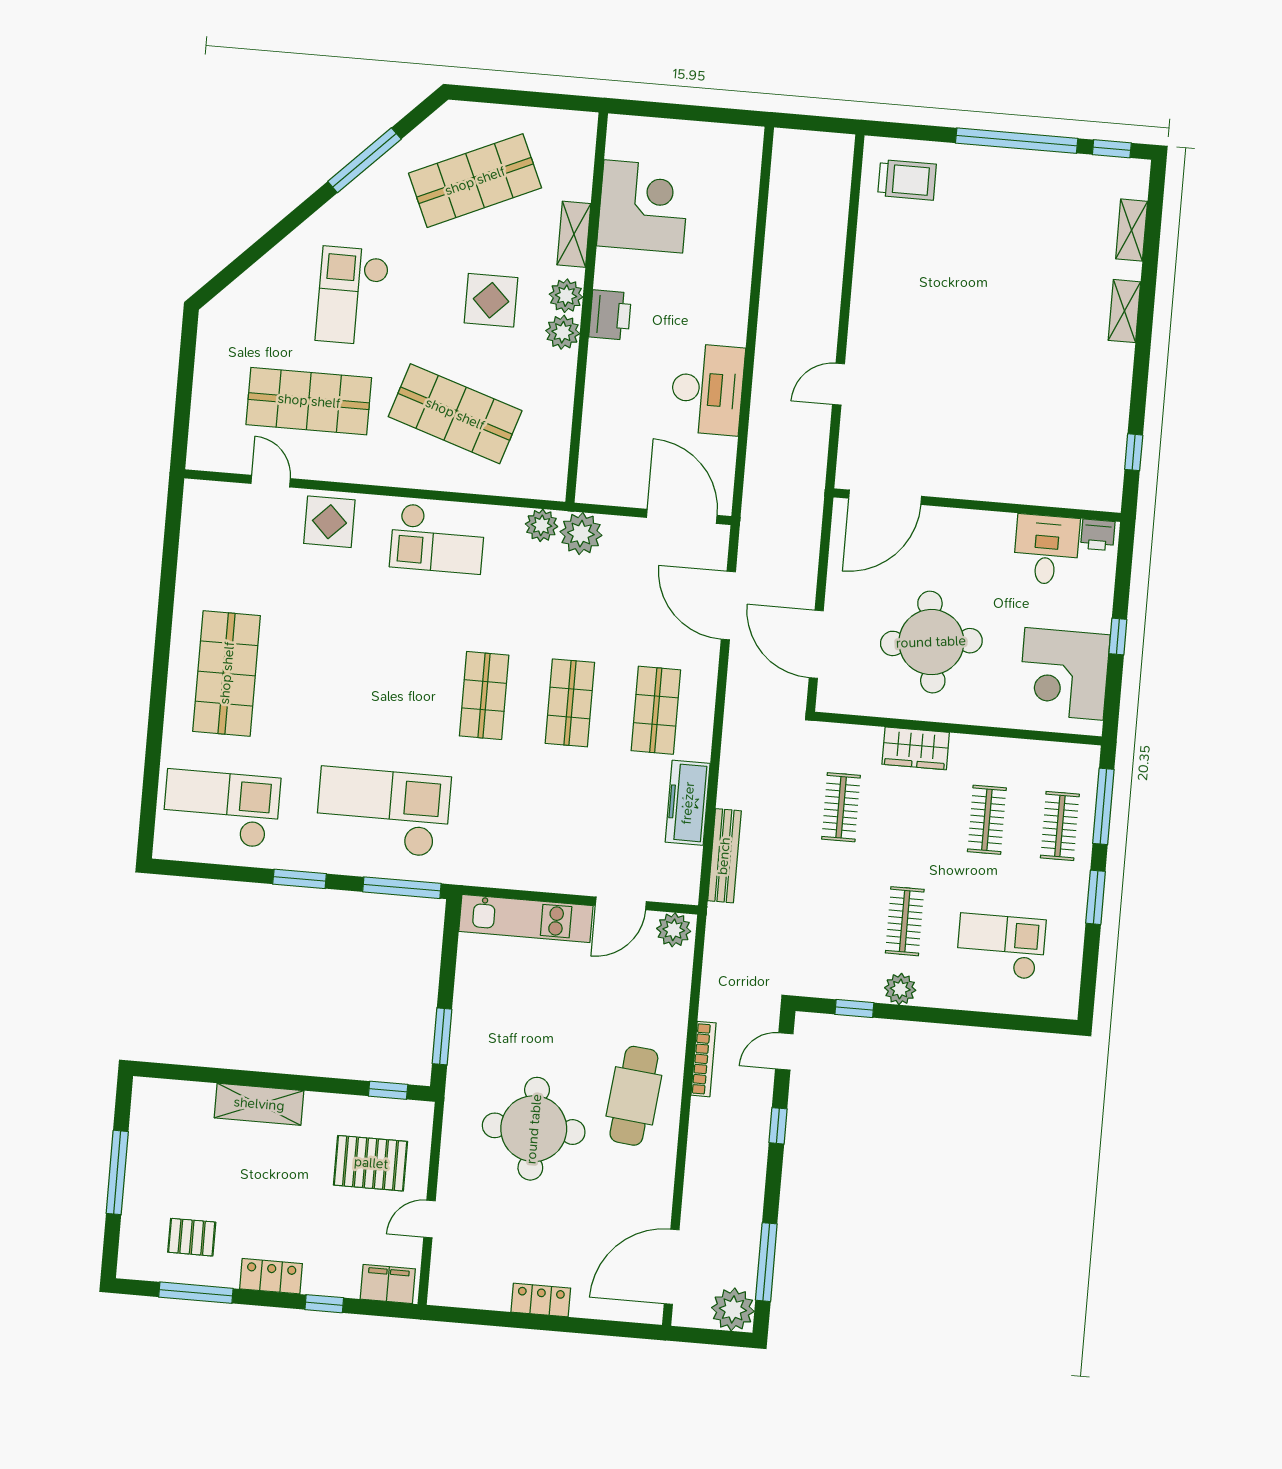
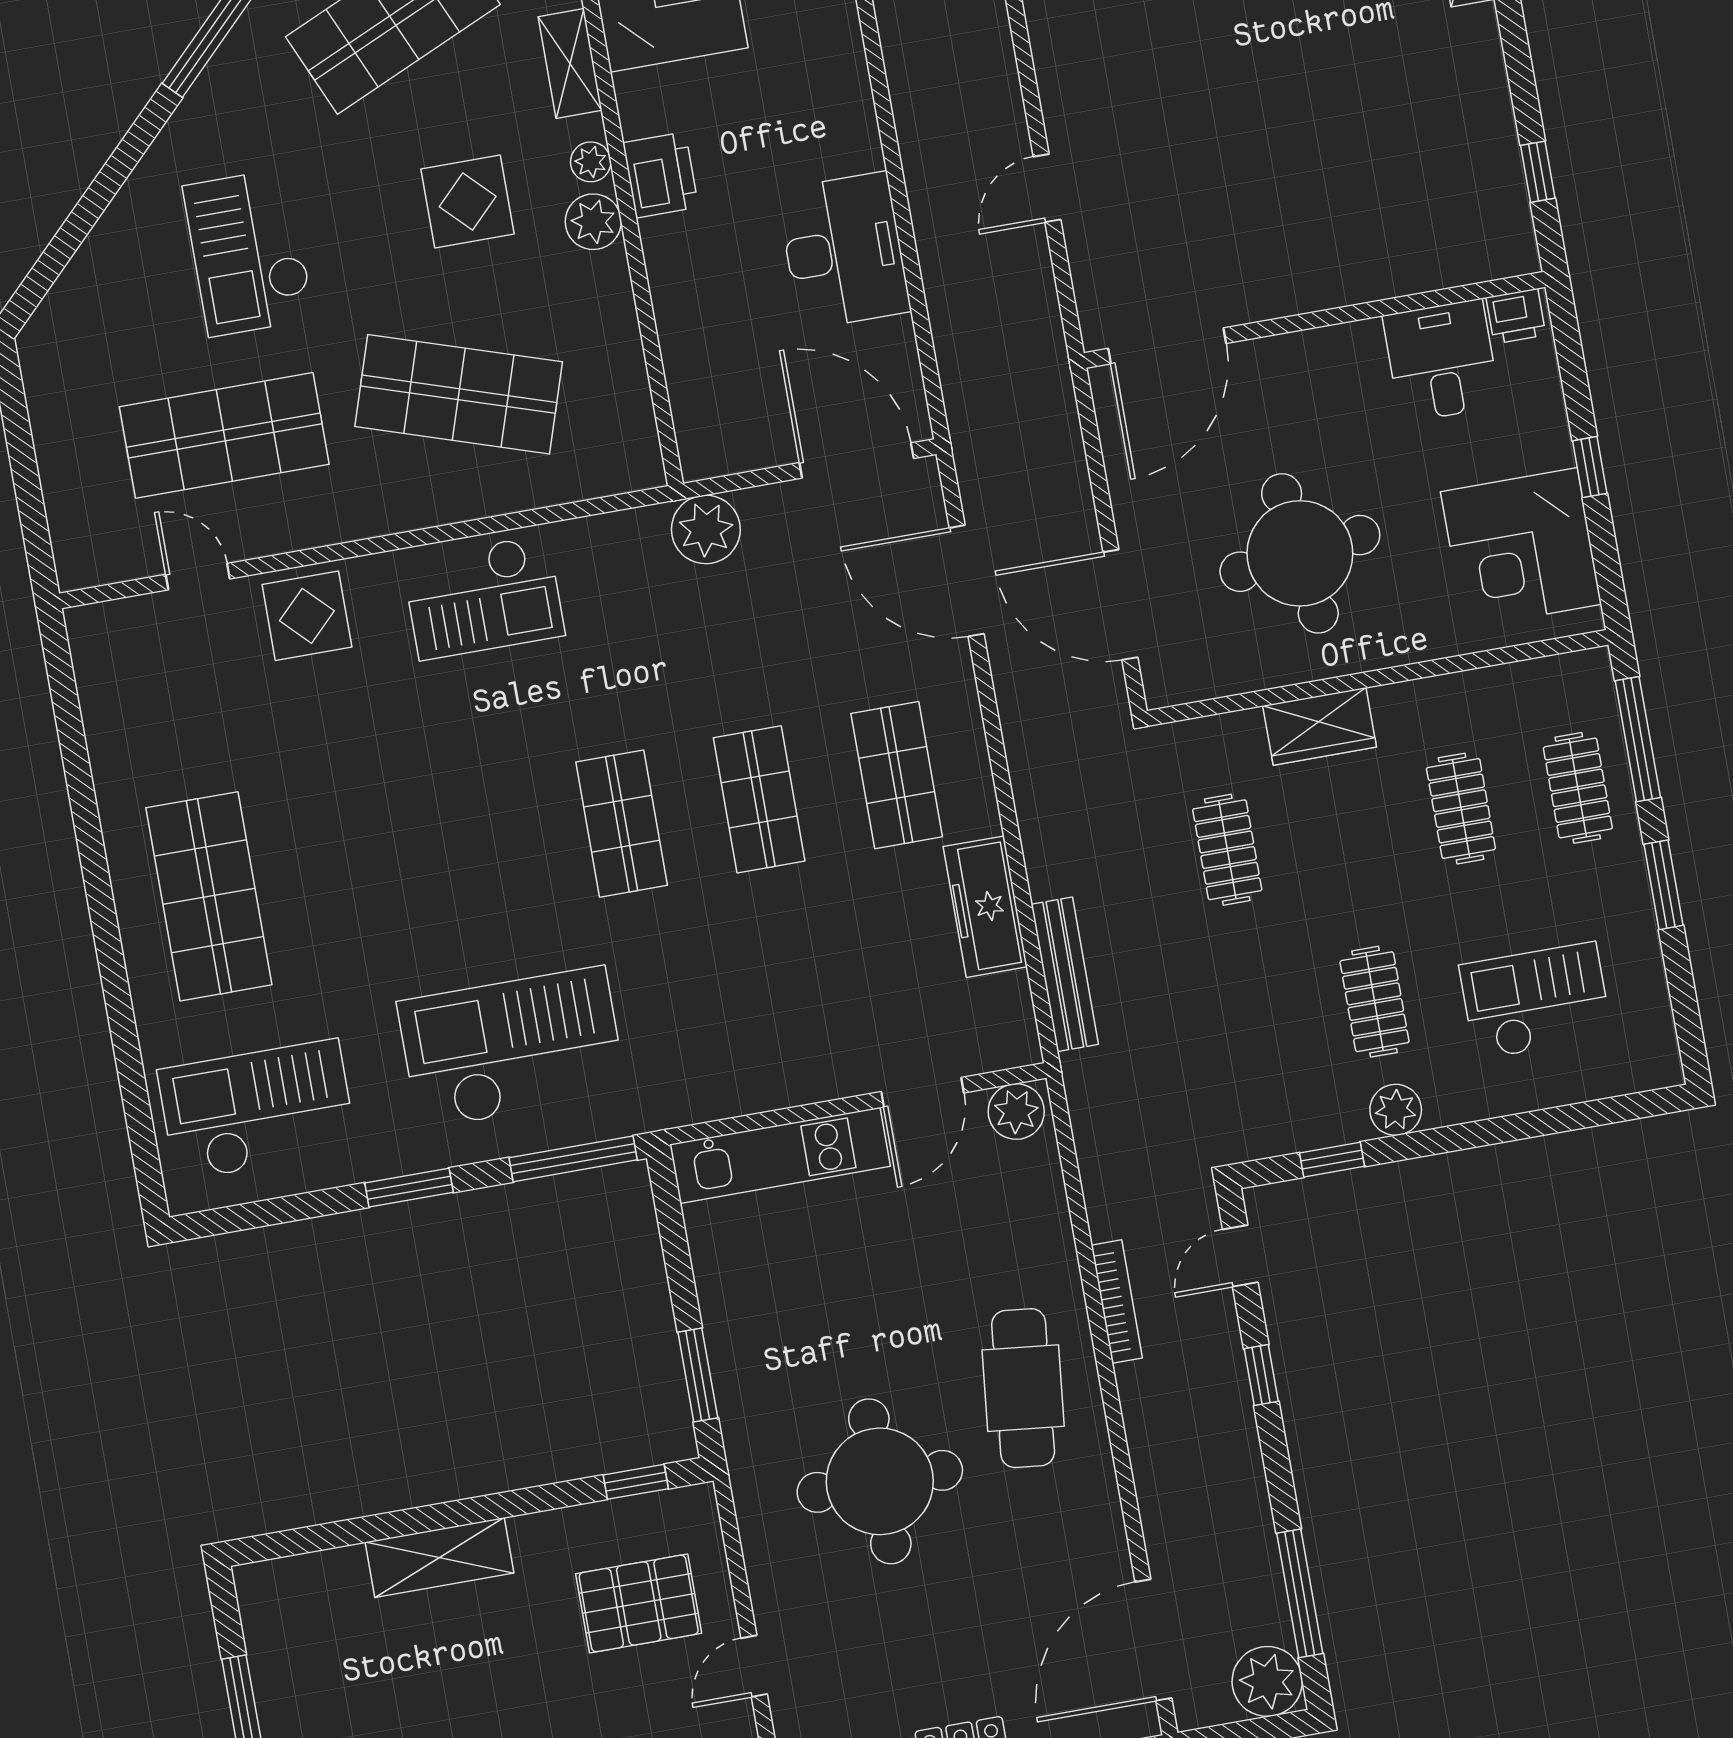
plant: (566, 296) -> (591, 162), width x0.73, depth x0.73
plant: (542, 525) -> (641, 533), removed

